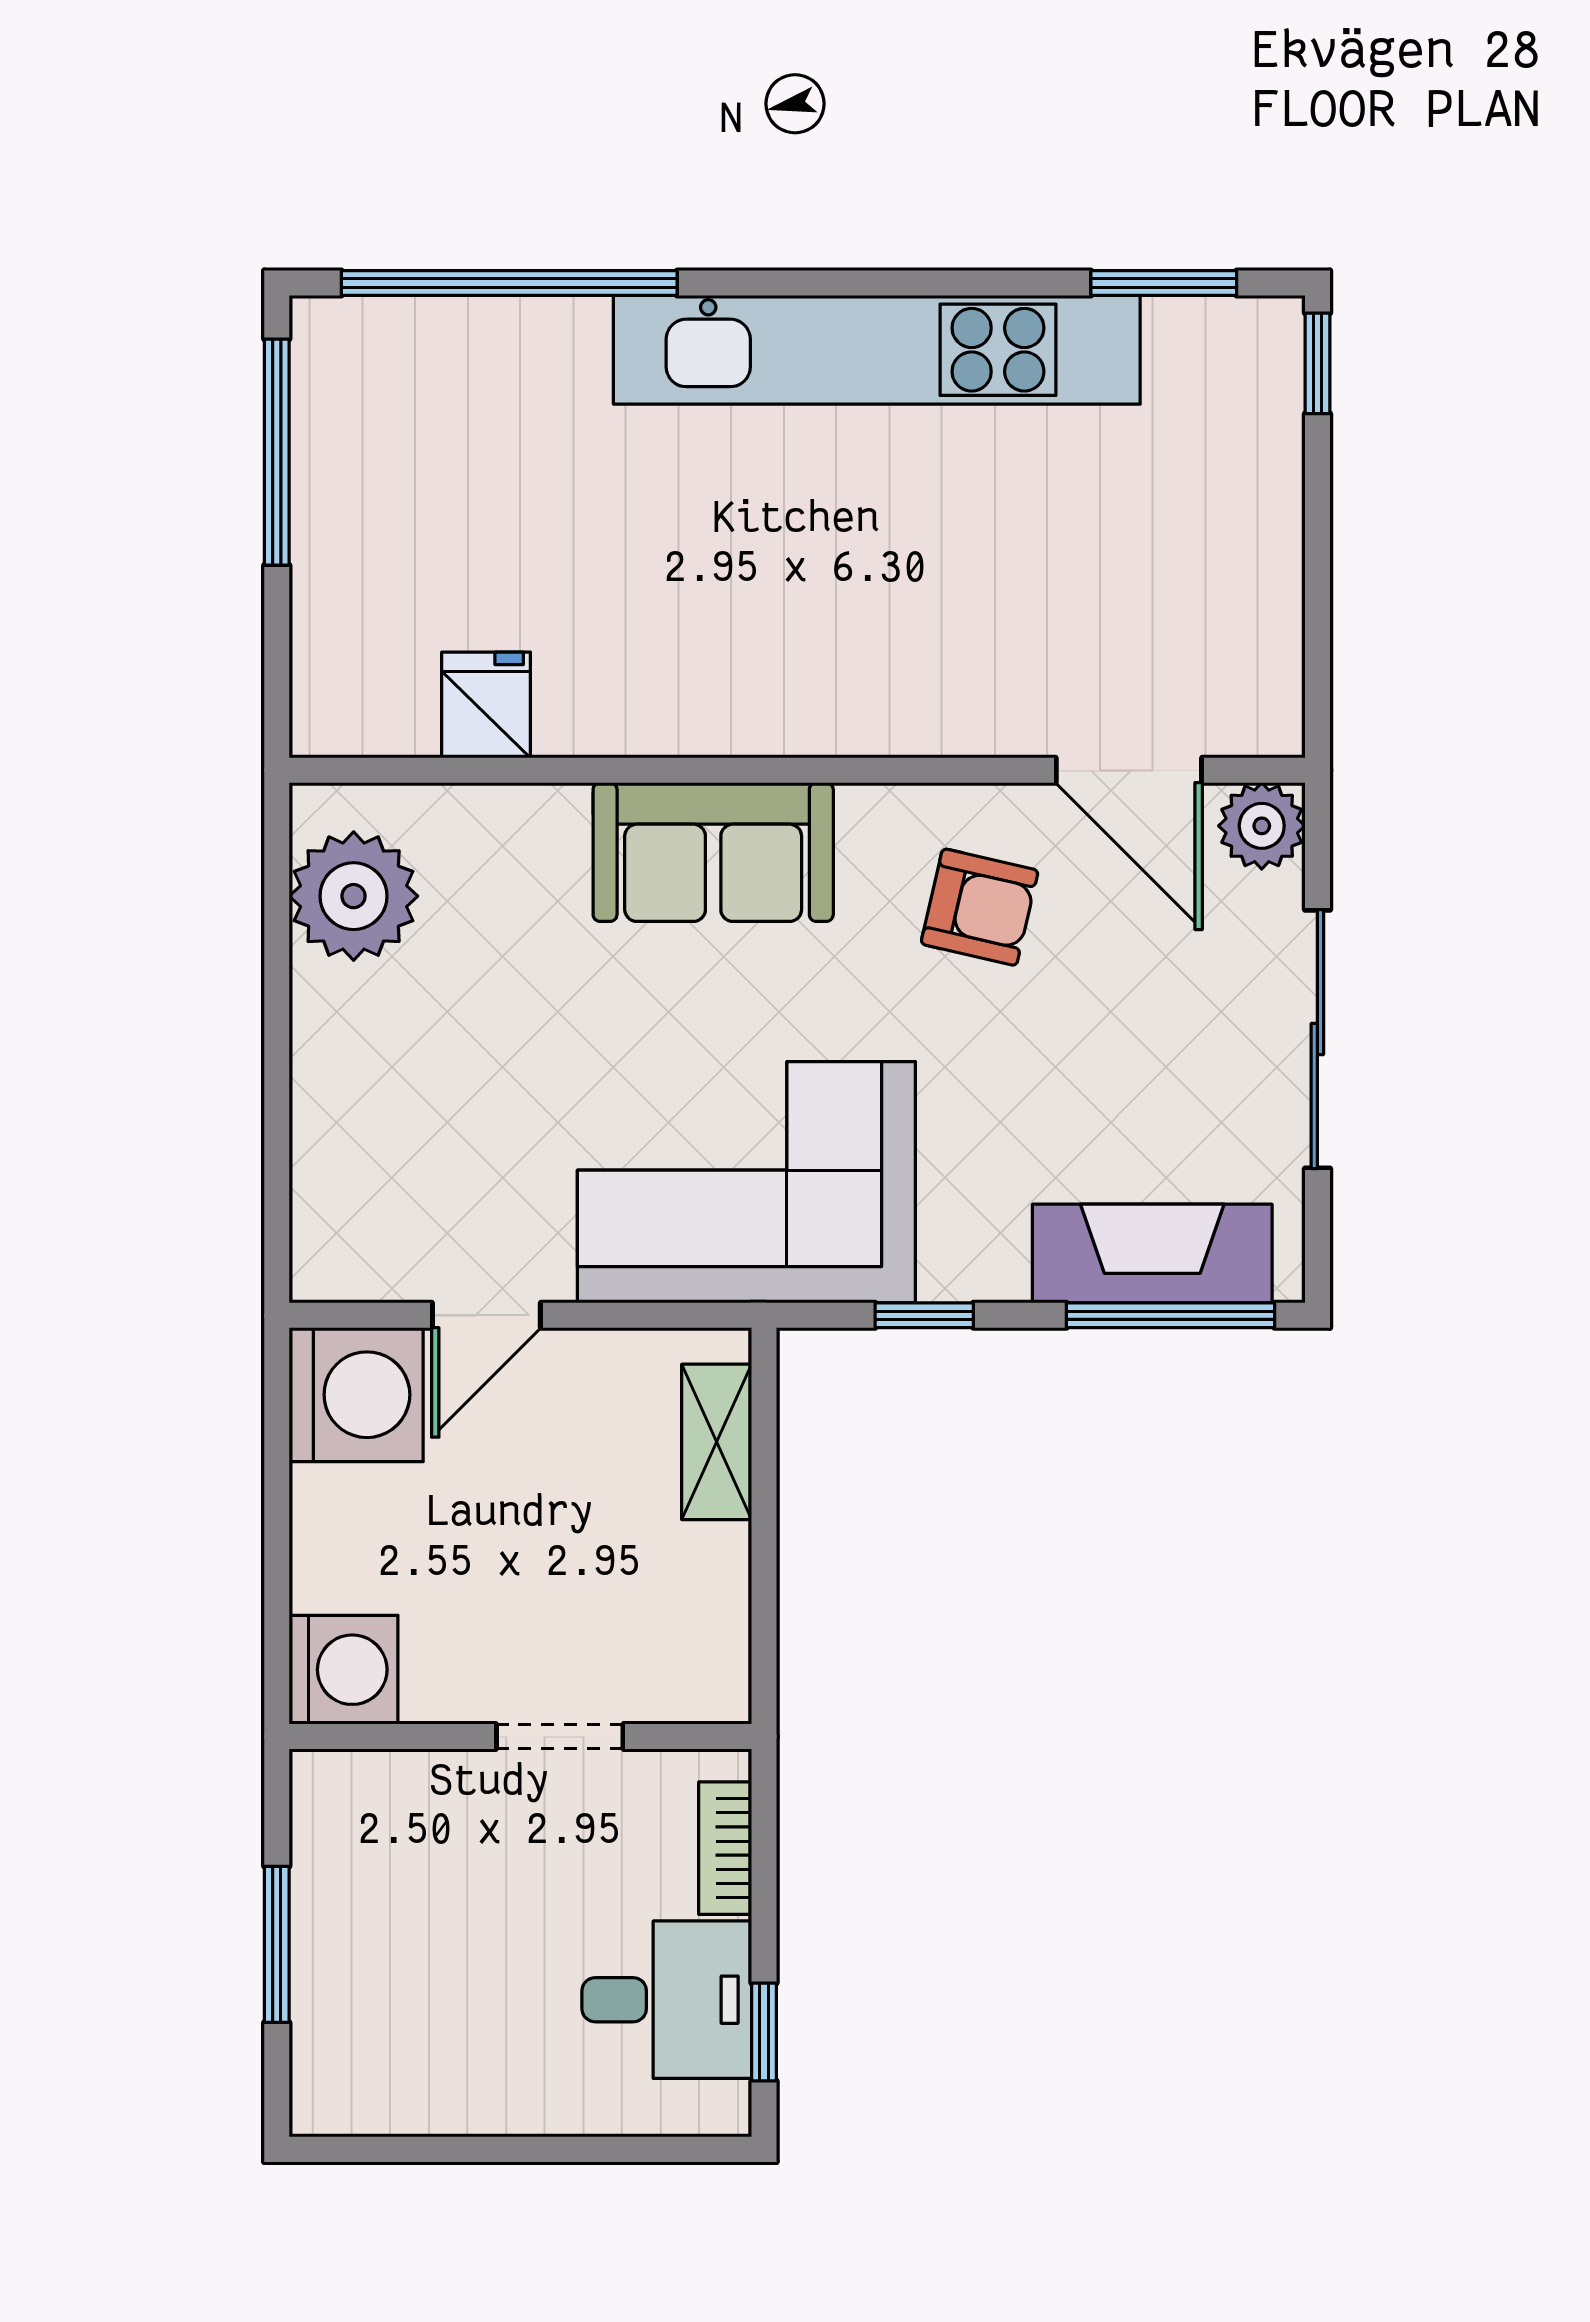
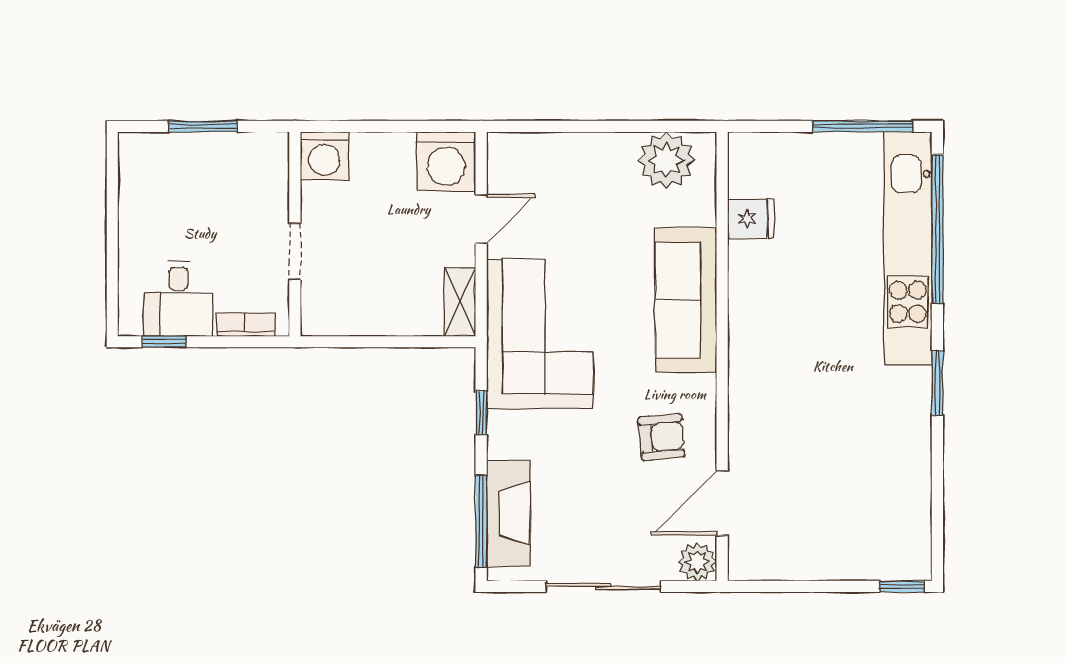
window: (1164, 283) -> (937, 383), moved
kitchen unit: (877, 350) -> (908, 248), moved
sofa: (713, 852) -> (686, 300), width x1.36
armchair: (980, 907) -> (661, 437), turned -108
door: (486, 1315) -> (481, 219), swing flipped
shelving: (717, 1442) -> (460, 302), moved, turned 90

